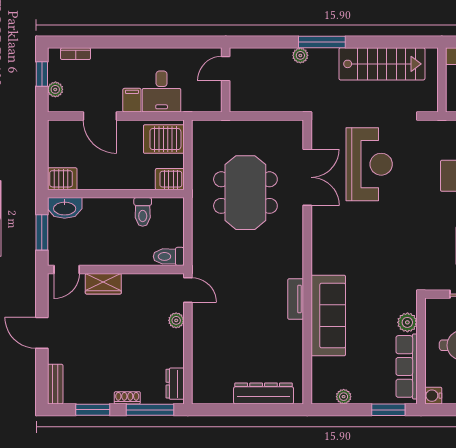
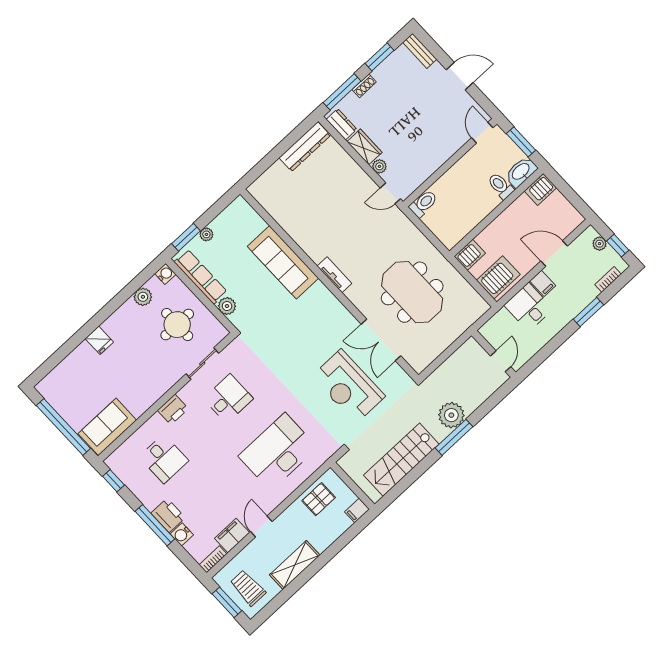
window: (116, 42) -> (588, 312), added
plant: (300, 55) -> (451, 415), width x1.87, depth x1.87
toilet: (143, 212) -> (501, 186), moved
wardrobe: (103, 284) -> (365, 147), moved, turned 90
tv unit: (296, 299) -> (334, 275), moved
dresser: (264, 393) -> (305, 147), moved
plant: (344, 397) -> (206, 234), moved

